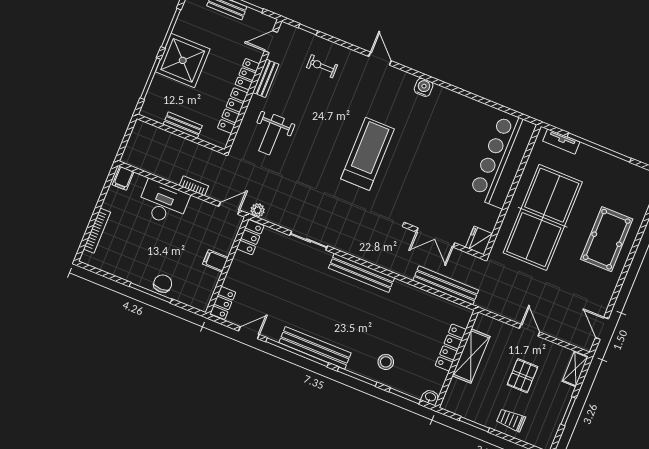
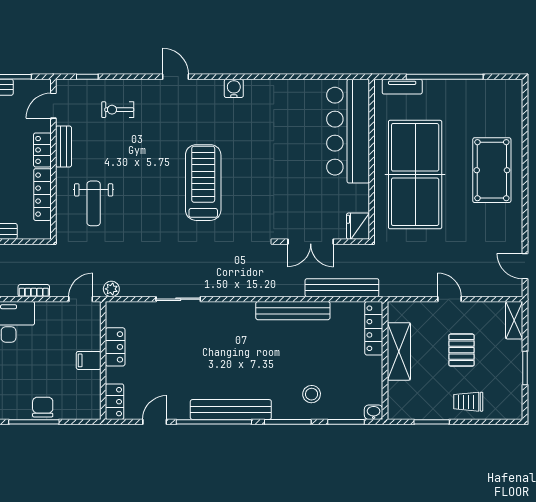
locker: (250, 237) -> (115, 347), moved
bench: (362, 273) -> (293, 311), moved
locker: (451, 347) -> (374, 328), moved

